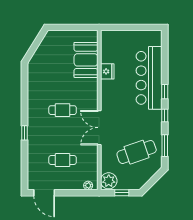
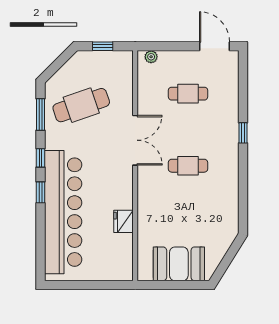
booth: (86, 60) -> (179, 264), moved, turned 90
bar counter: (149, 78) -> (63, 212), width x1.36
plant: (109, 181) -> (121, 64), removed

